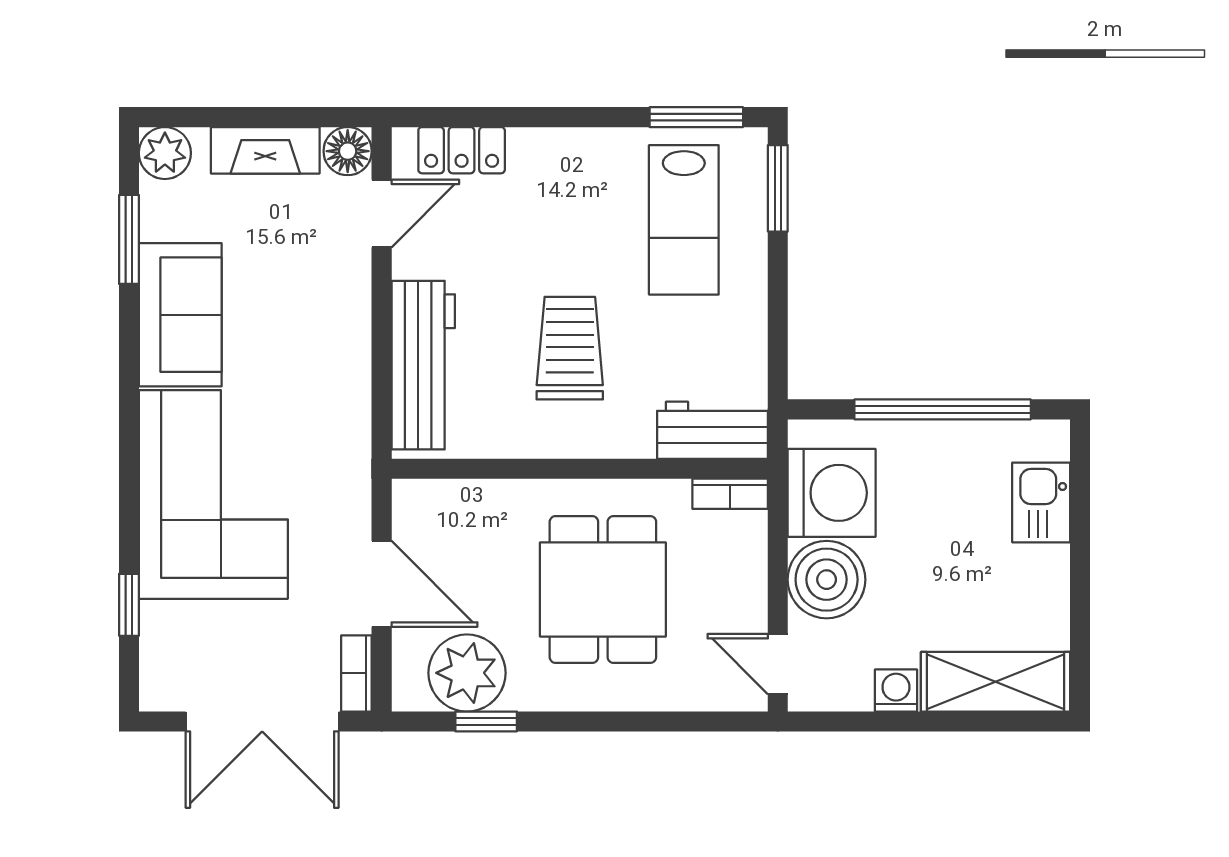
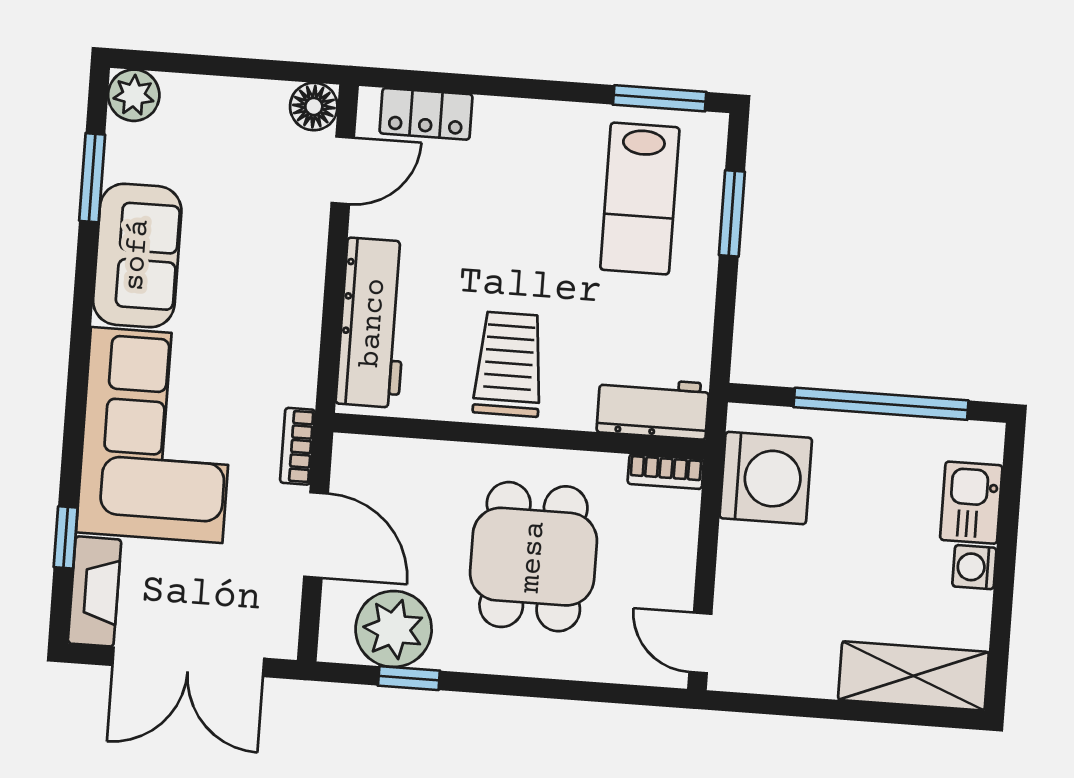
fireplace: (265, 150) -> (95, 591), moved, turned -90
window: (778, 188) -> (732, 213), moved
trolley: (570, 348) -> (509, 364), moved
boiler: (827, 580) -> (754, 563), removed
bookcase: (356, 673) -> (298, 446), moved
washing machine: (896, 690) -> (974, 567), moved, turned -90

